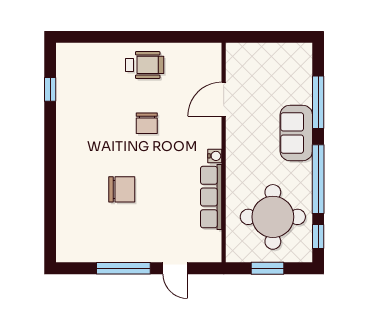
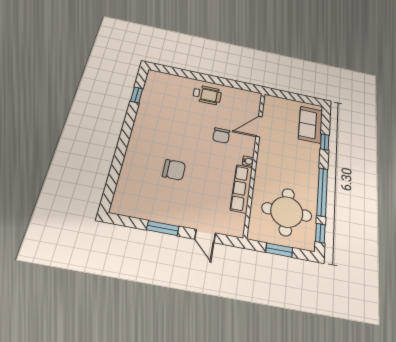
window: (318, 102) -> (325, 142), width x0.46
chair: (147, 123) -> (221, 135), moved
sofa: (296, 133) -> (310, 125), moved
window: (123, 268) -> (163, 228), width x0.69

